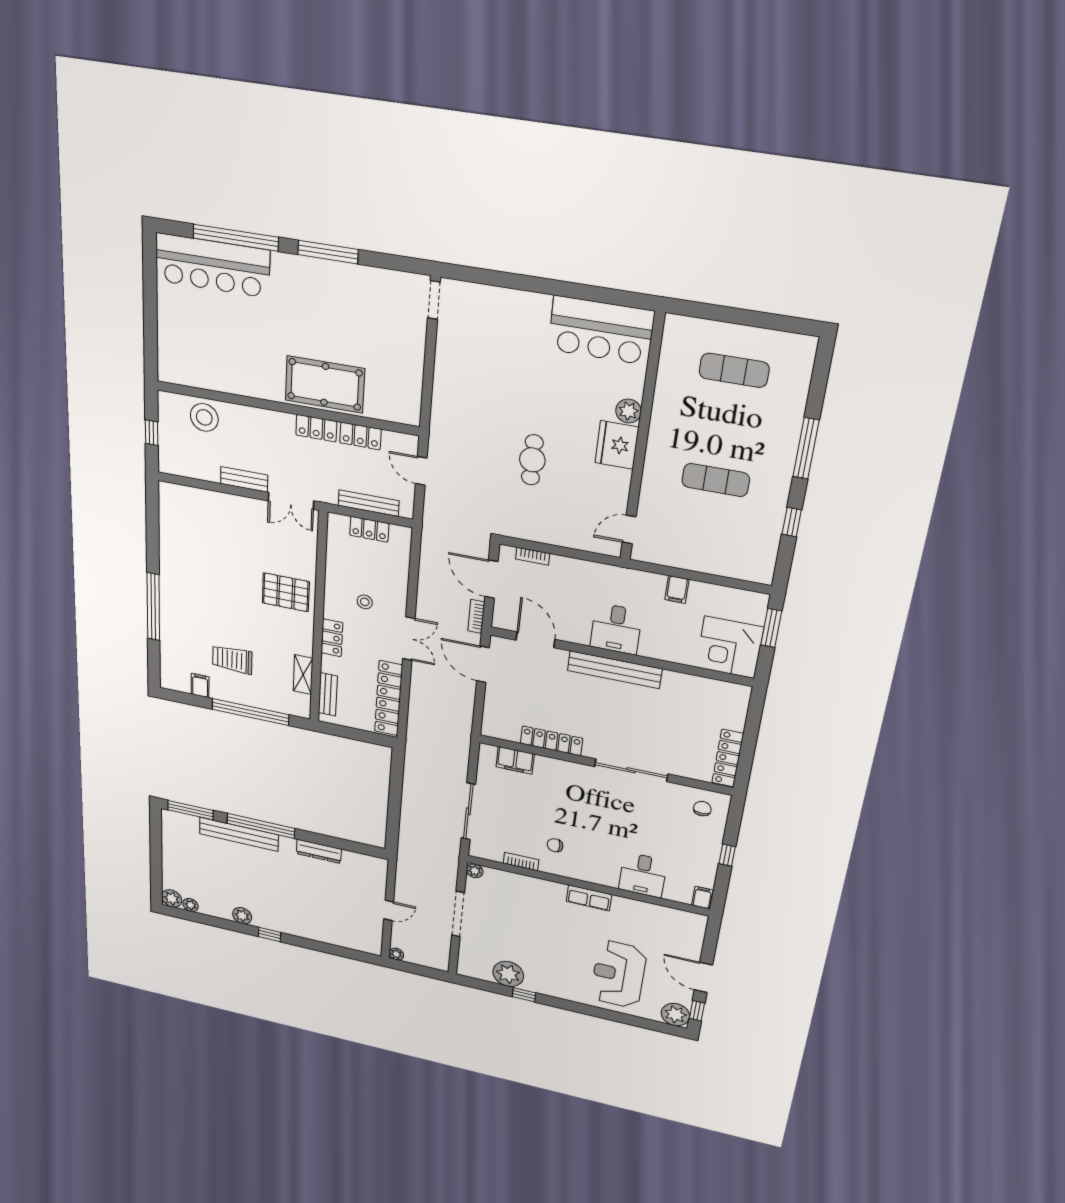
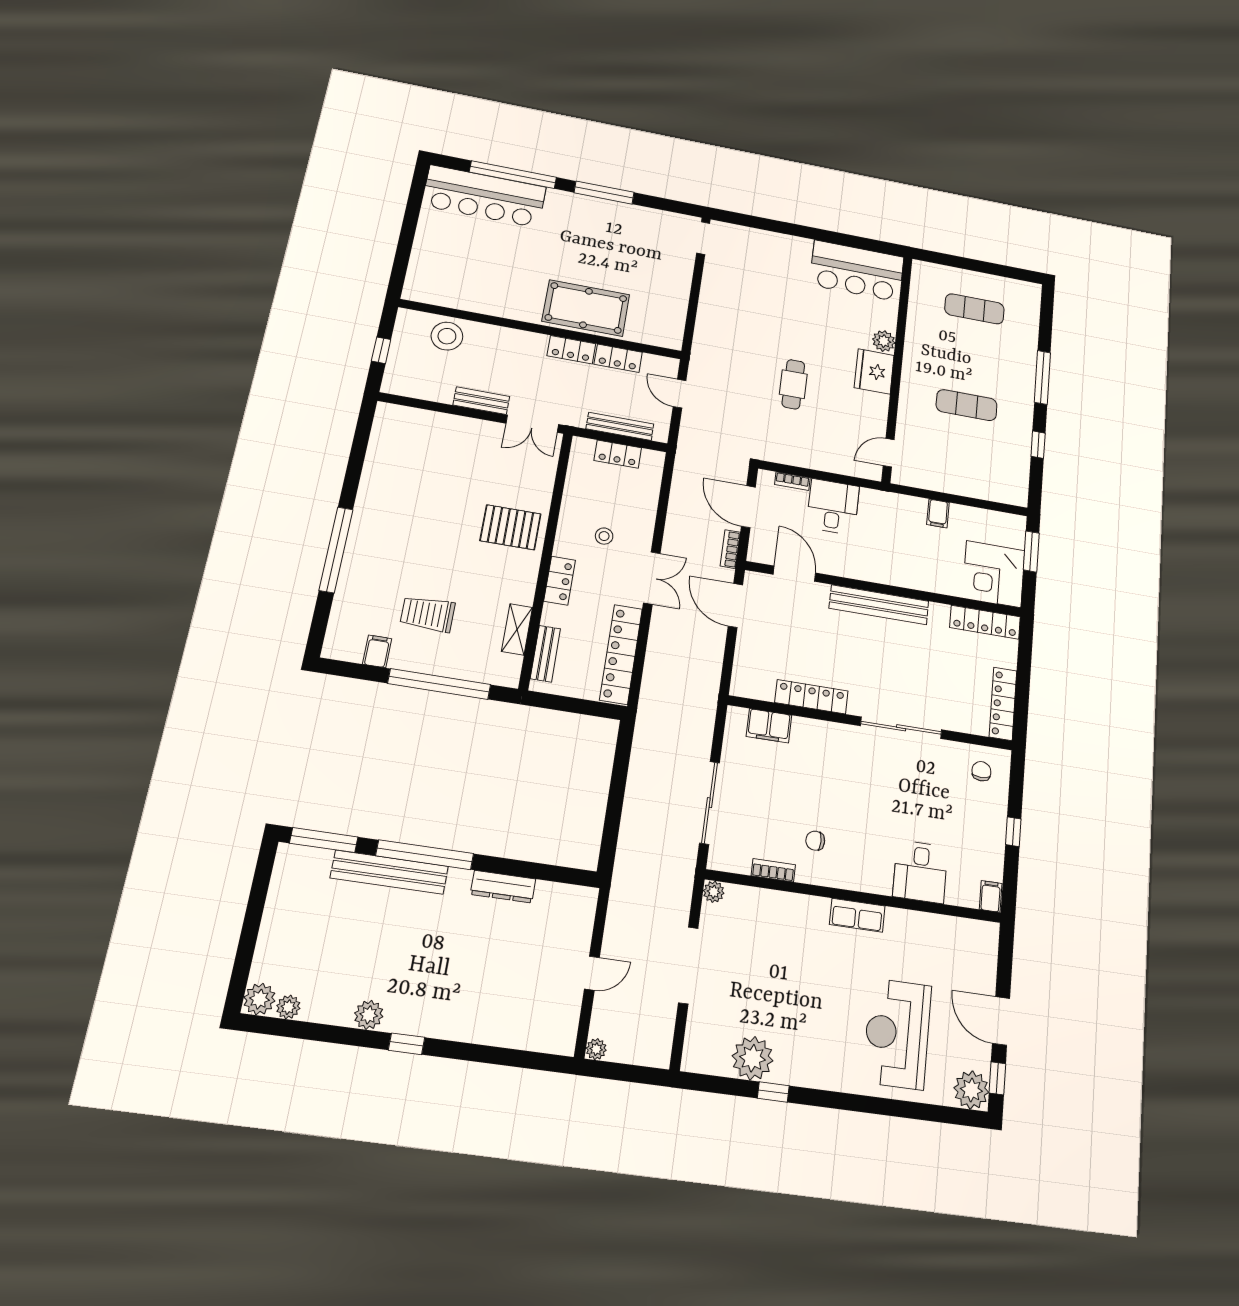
desk: (616, 629) -> (833, 507), moved, turned 180
locker: (717, 689) -> (985, 622), added

